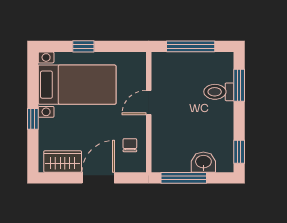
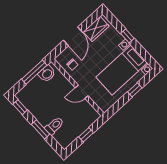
window: (191, 46) -> (86, 135), width x0.46
window: (239, 85) -> (40, 129), moved
door: (149, 102) -> (82, 92), swing flipped
washbasin: (203, 162) -> (47, 74), moved

